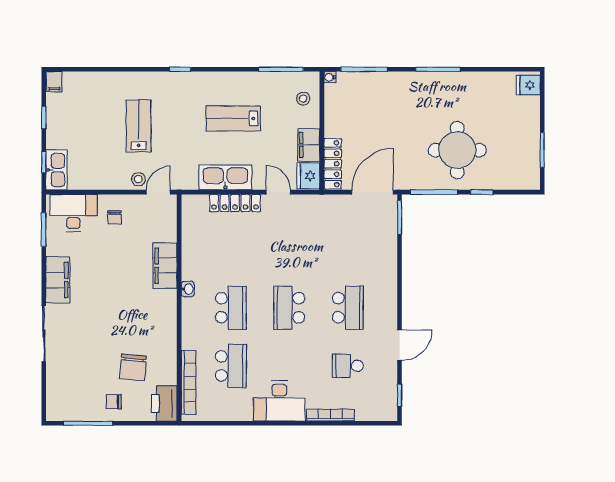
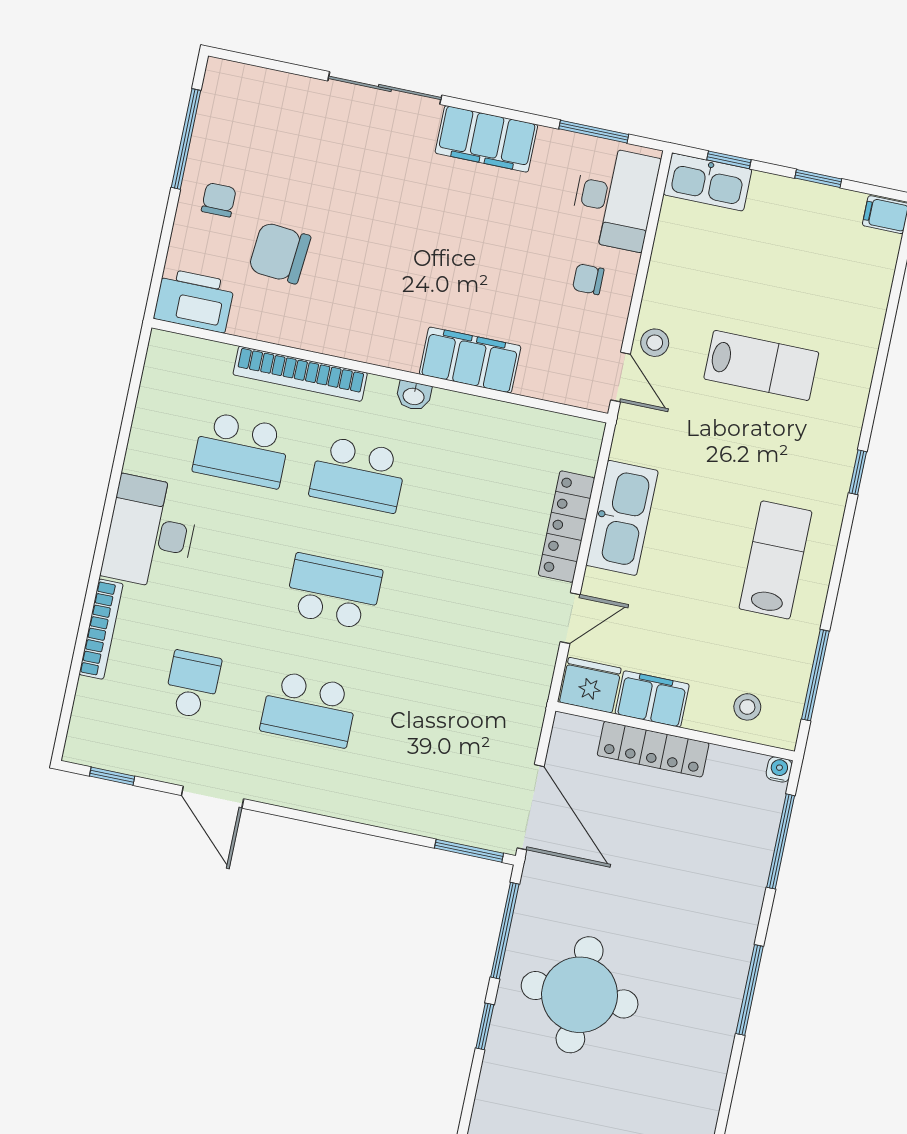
lab bench: (233, 118) -> (775, 560), moved
locker: (333, 164) -> (653, 749), moved
bookcase: (189, 382) -> (300, 374), moved

